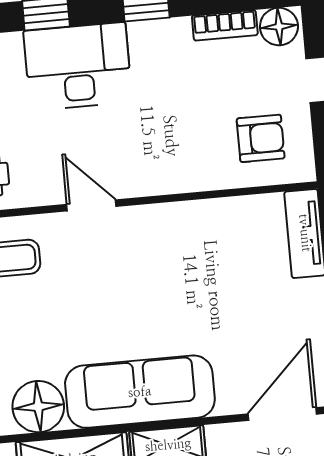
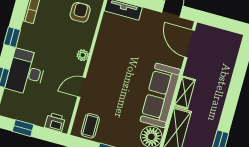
plant: (165, 181) -> (83, 55), added

